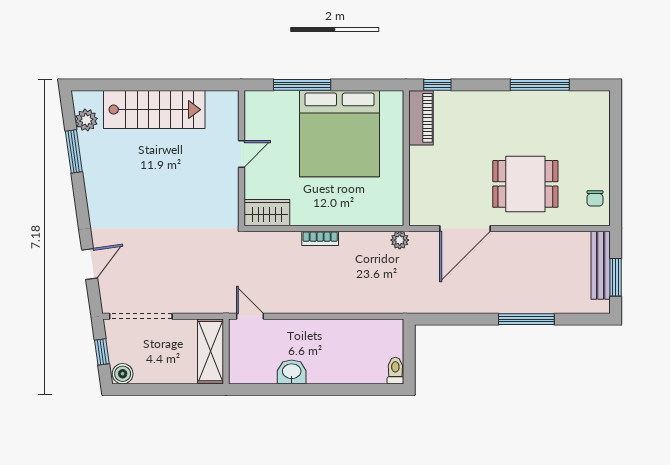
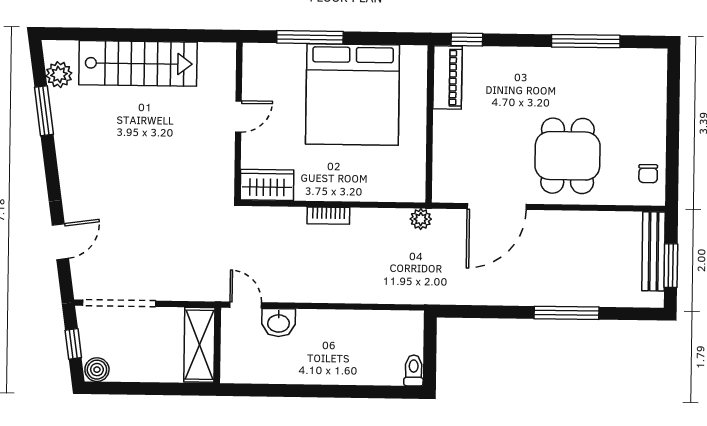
dining table: (525, 184) -> (568, 156), turned 90
washbasin: (292, 372) -> (278, 323), moved, turned 180

